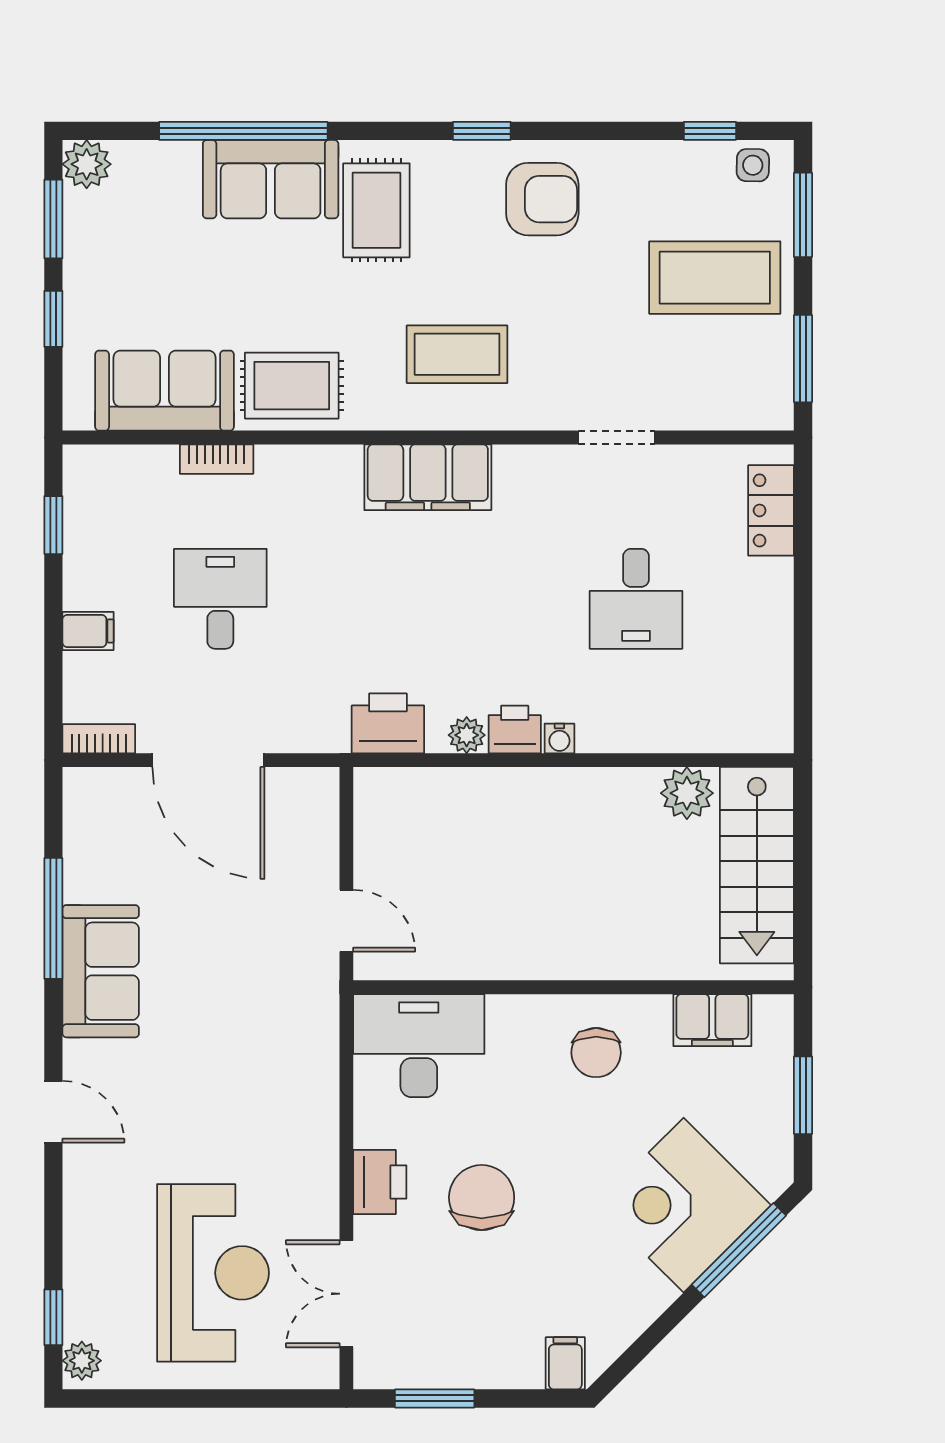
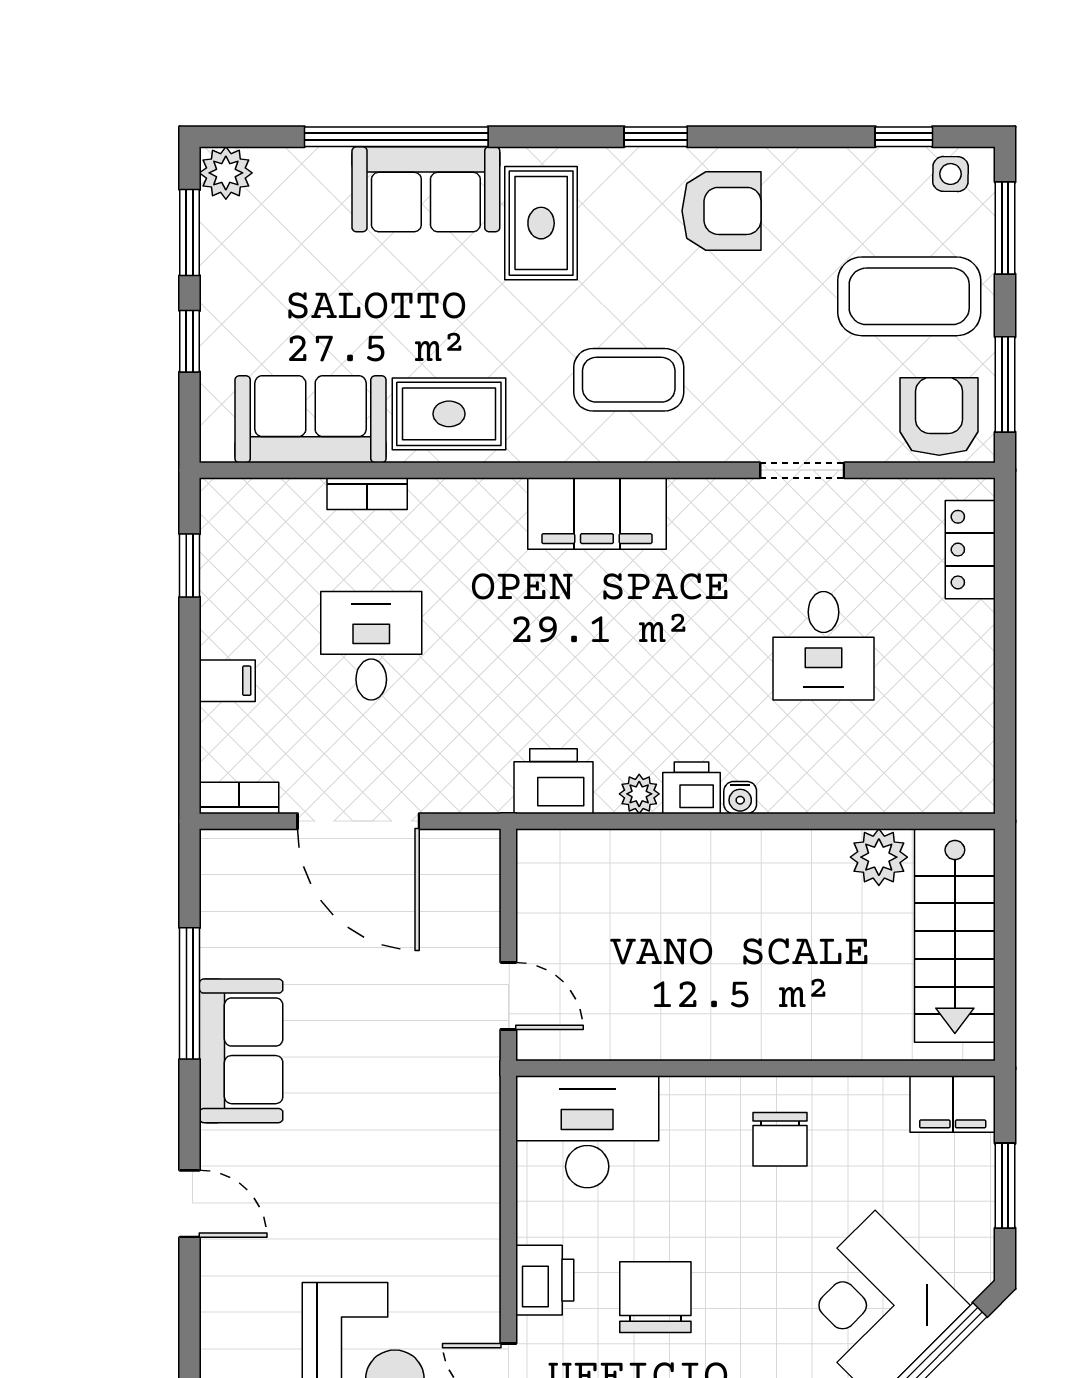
armchair: (742, 388) -> (939, 416), added
filing cabinet: (712, 1020) -> (953, 1104), moved

